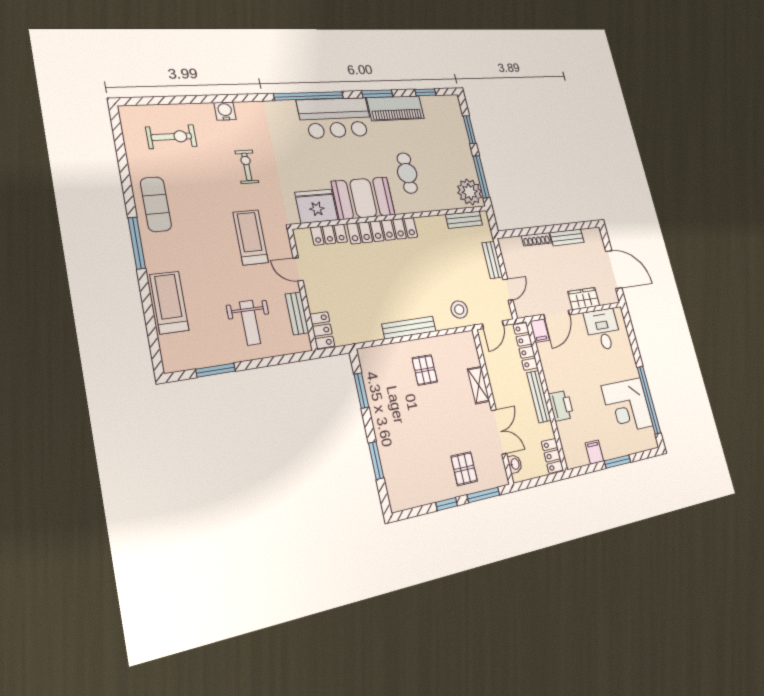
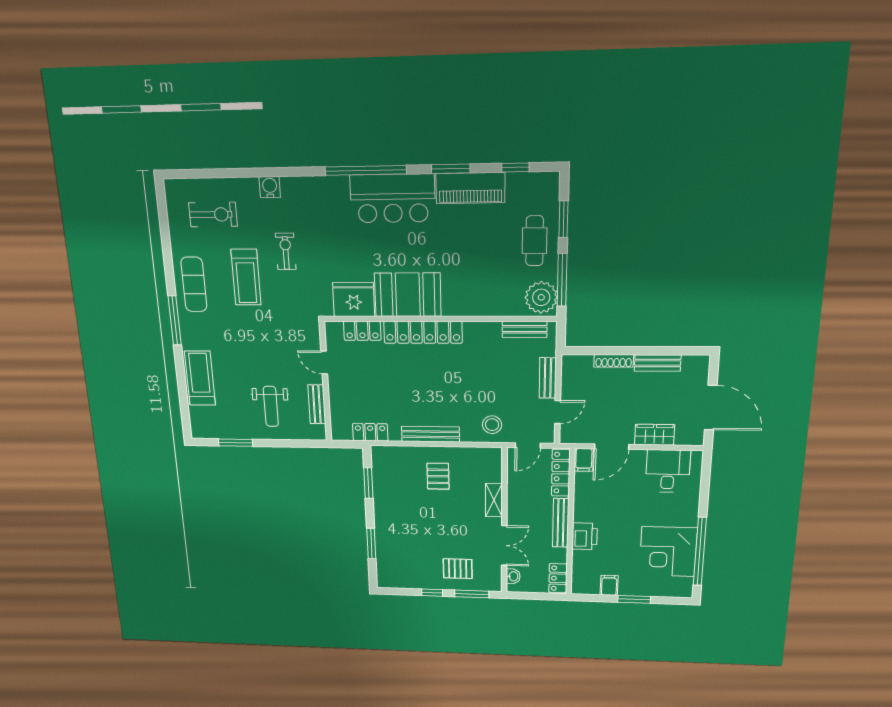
cafe table: (407, 173) -> (535, 241), moved
treadmill: (251, 237) -> (246, 277), moved, turned 180
locker: (322, 330) -> (370, 432), moved, turned -90
pallet: (464, 469) -> (458, 569), turned 90

